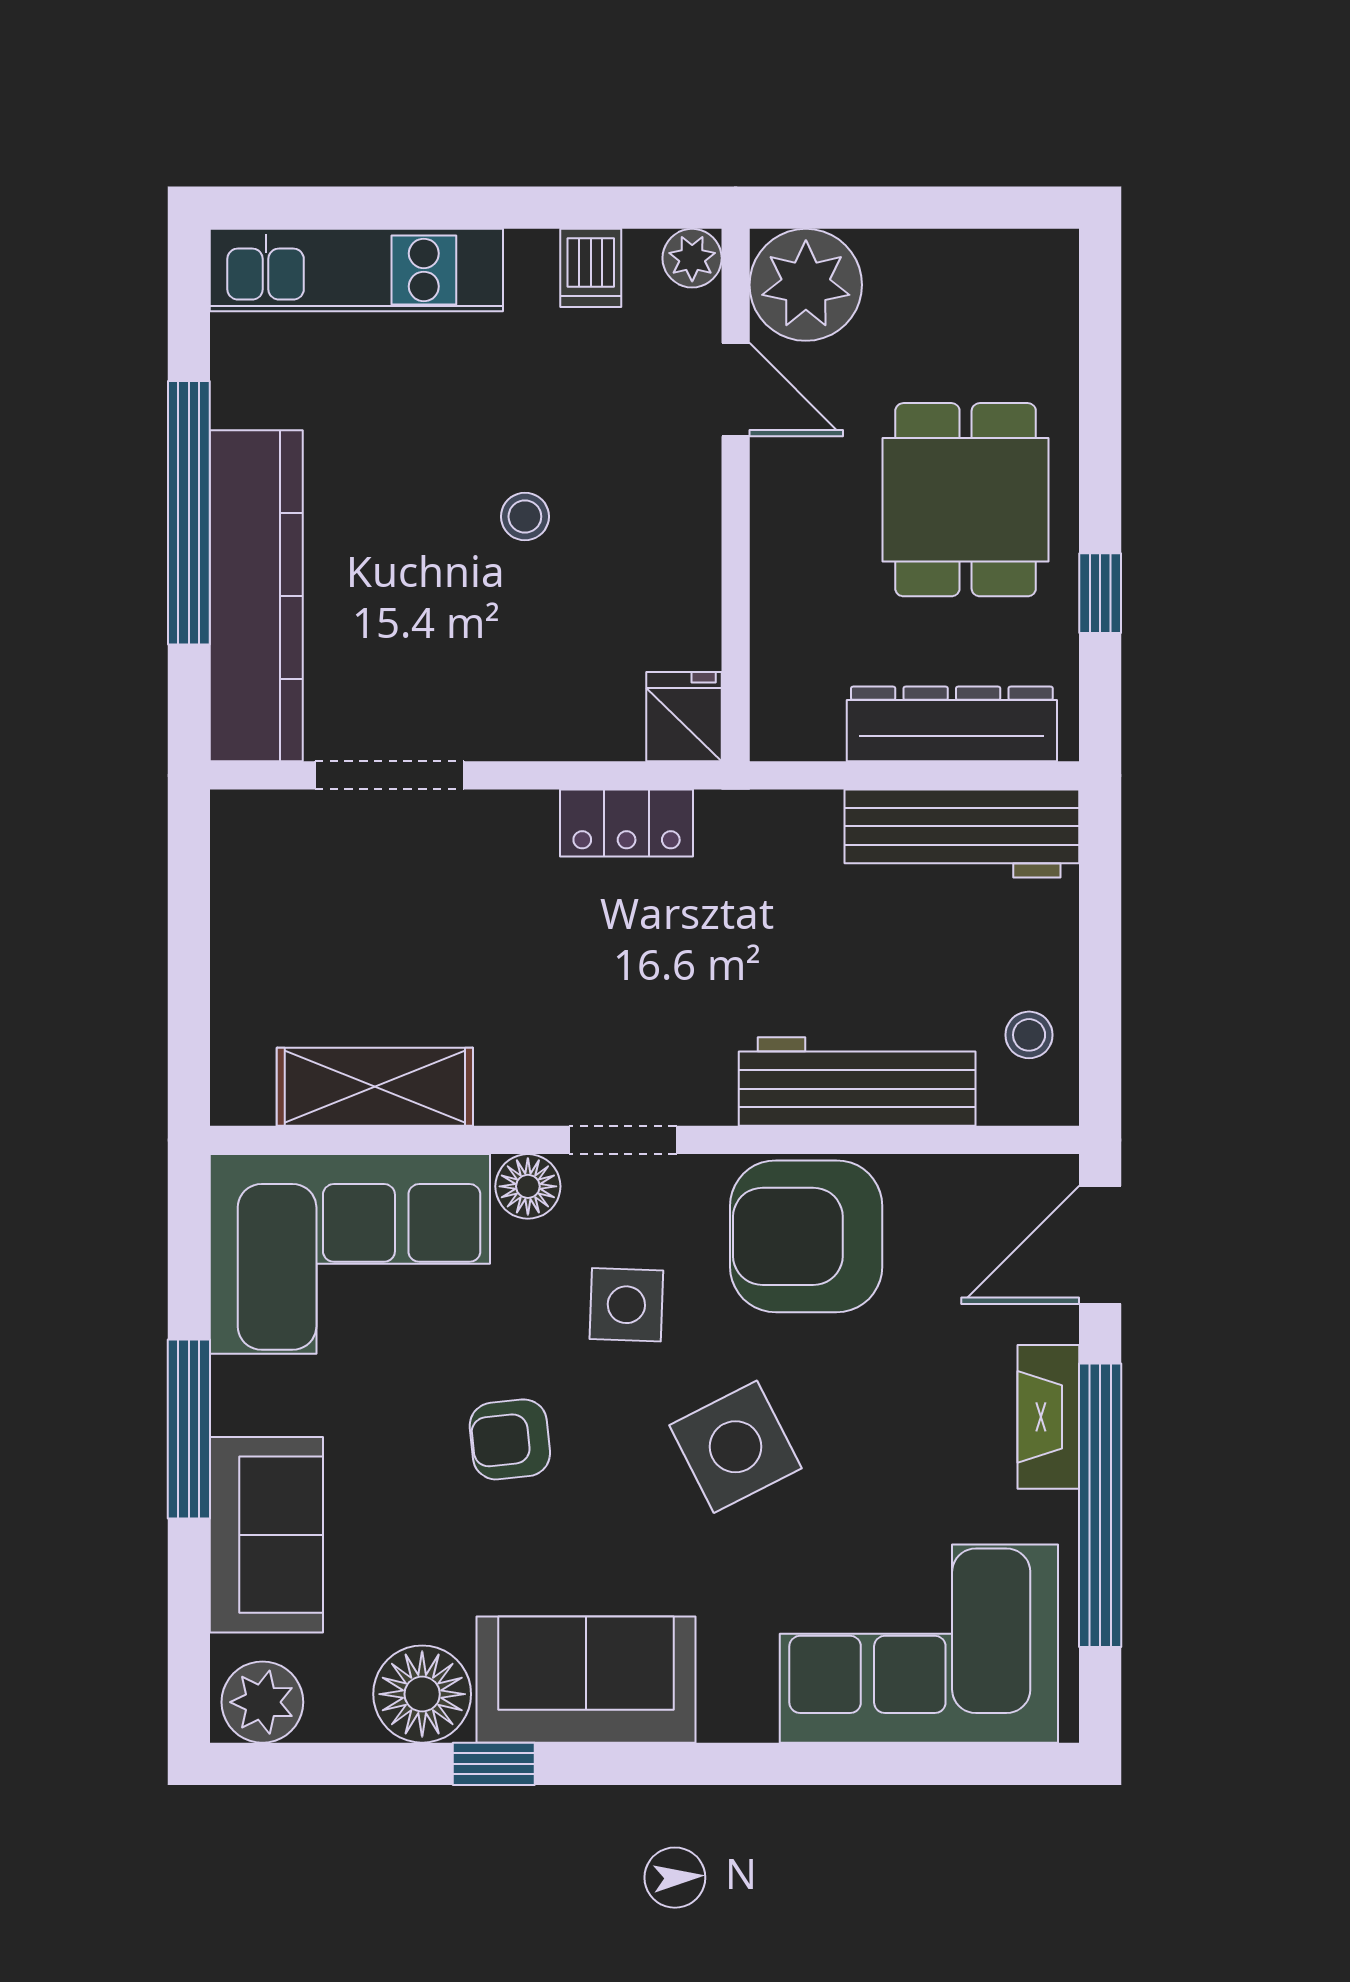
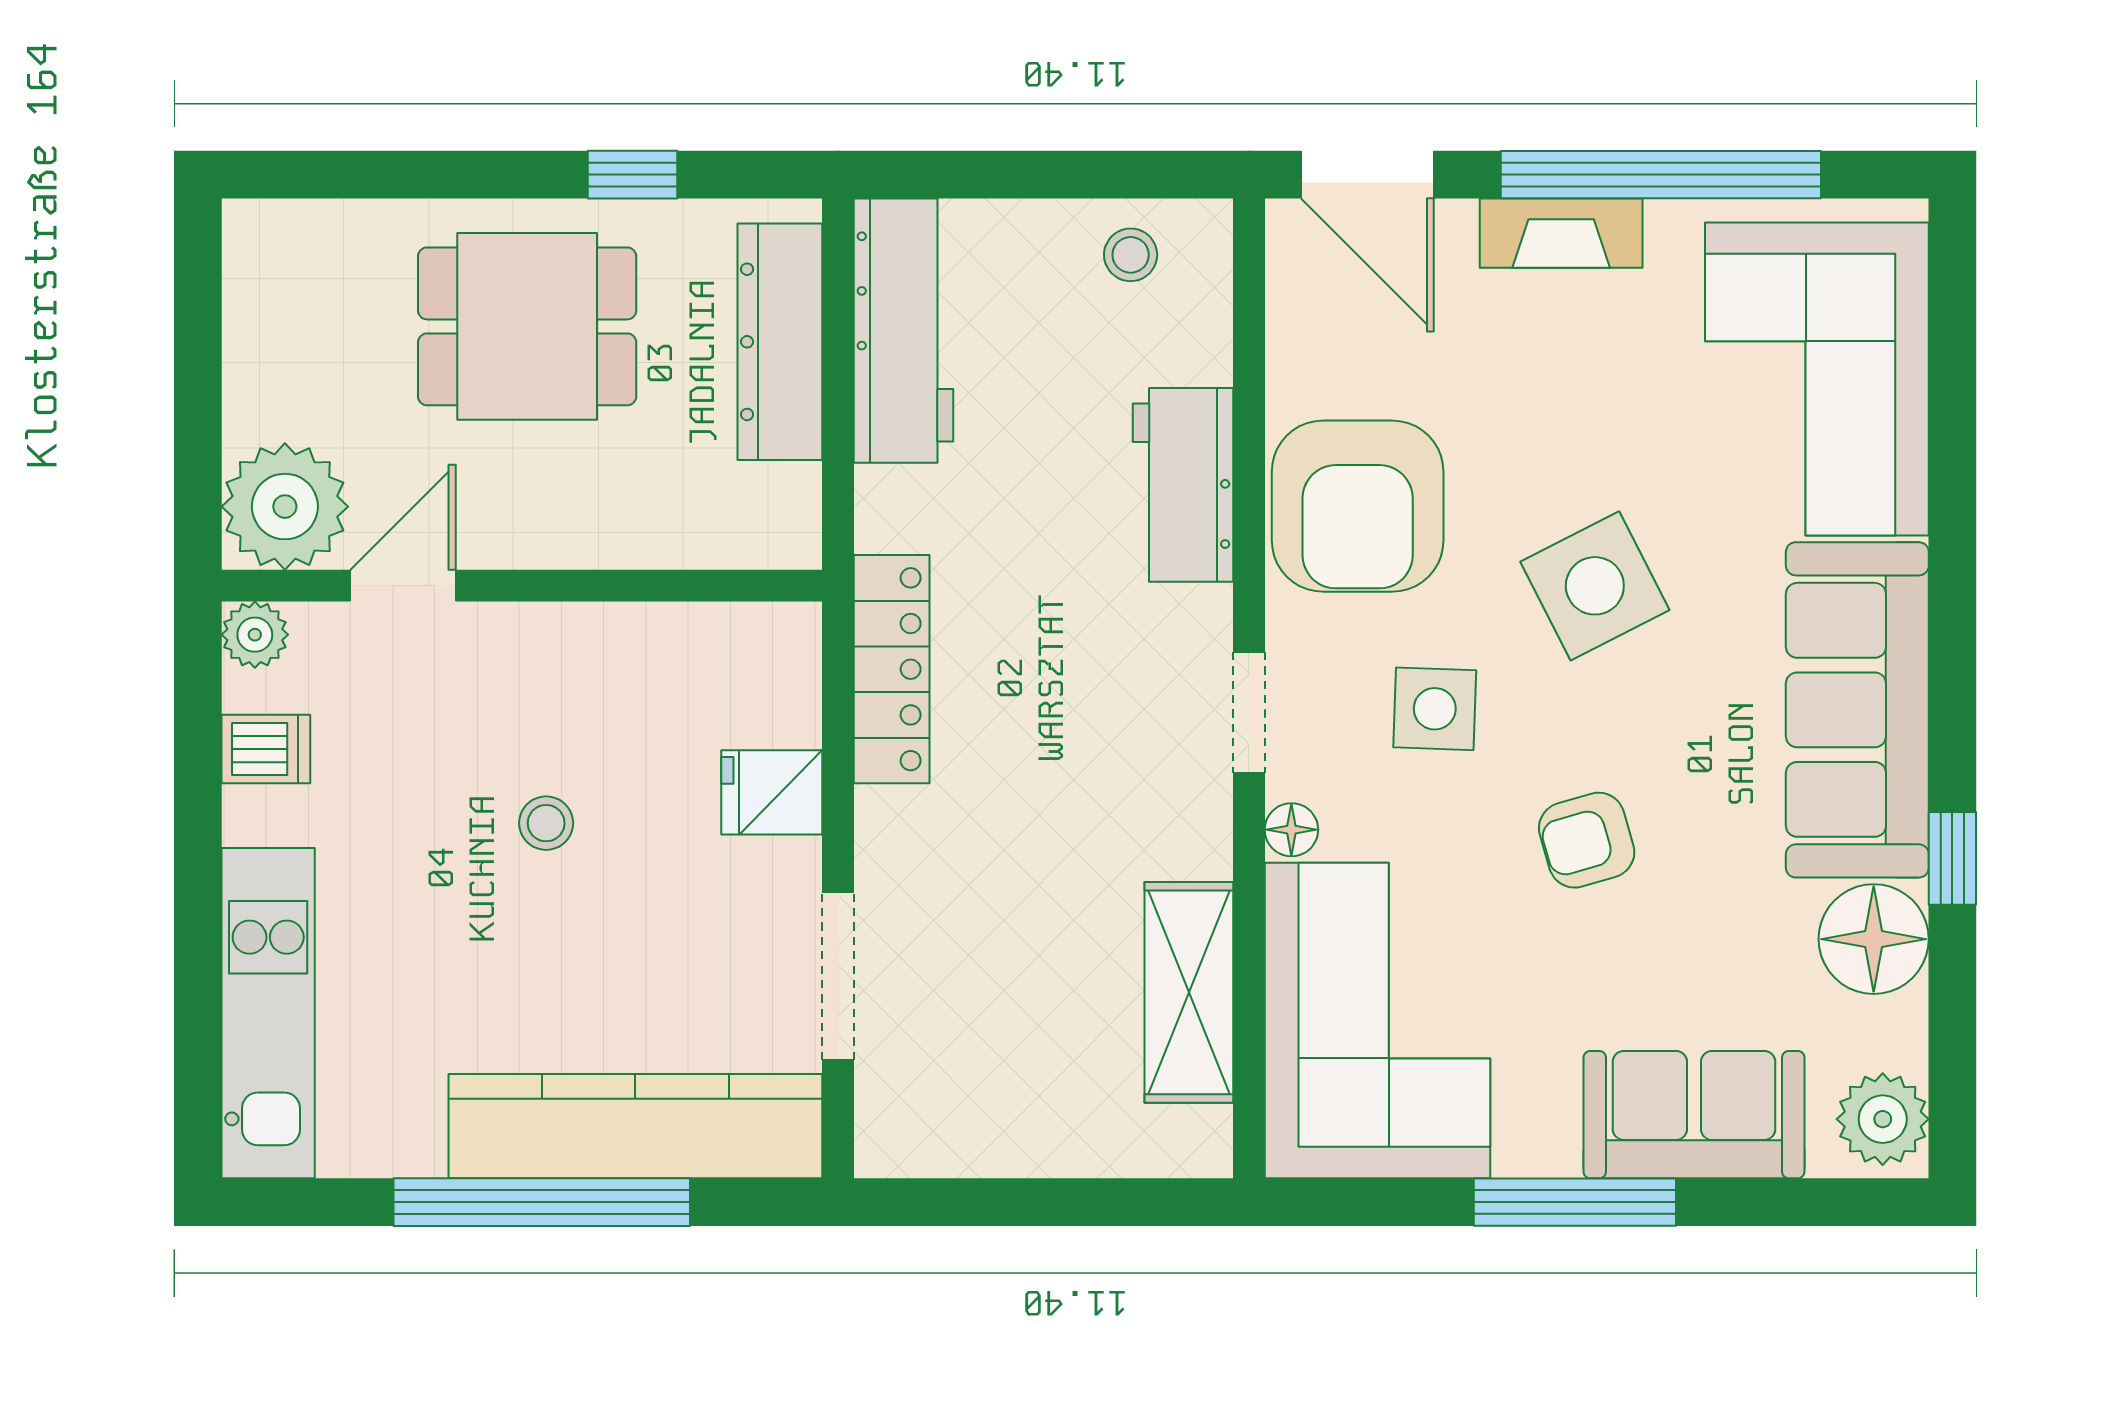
fridge: (684, 717) -> (772, 792), moved
locker: (627, 823) -> (892, 669), width x1.53
workbench: (857, 1082) -> (1183, 485), width x0.73
floor lamp: (528, 1186) -> (1291, 830), width x0.73, depth x0.73
armchair: (510, 1439) -> (1587, 840), turned 80
sofa: (586, 1680) -> (1857, 710), width x1.36

